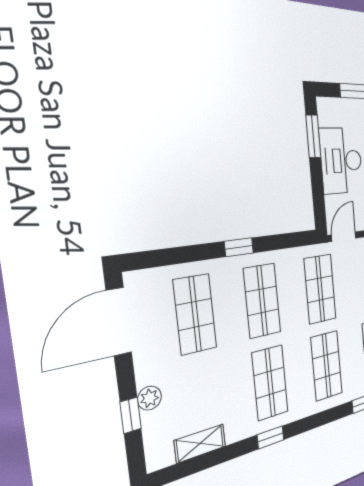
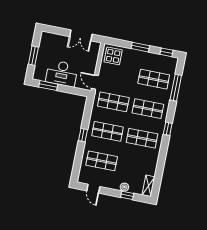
door: (119, 322) -> (93, 189), width x0.53
window: (271, 437) -> (168, 129), moved
shelving: (200, 443) -> (148, 186), moved

